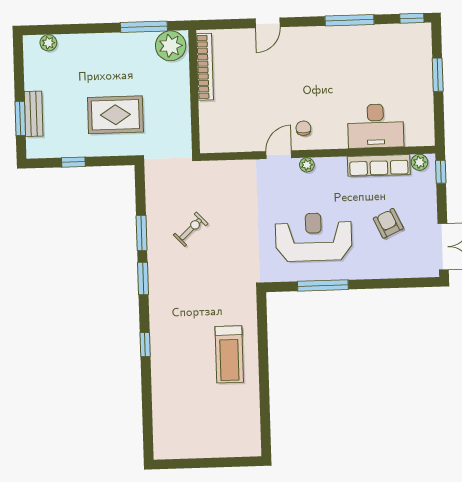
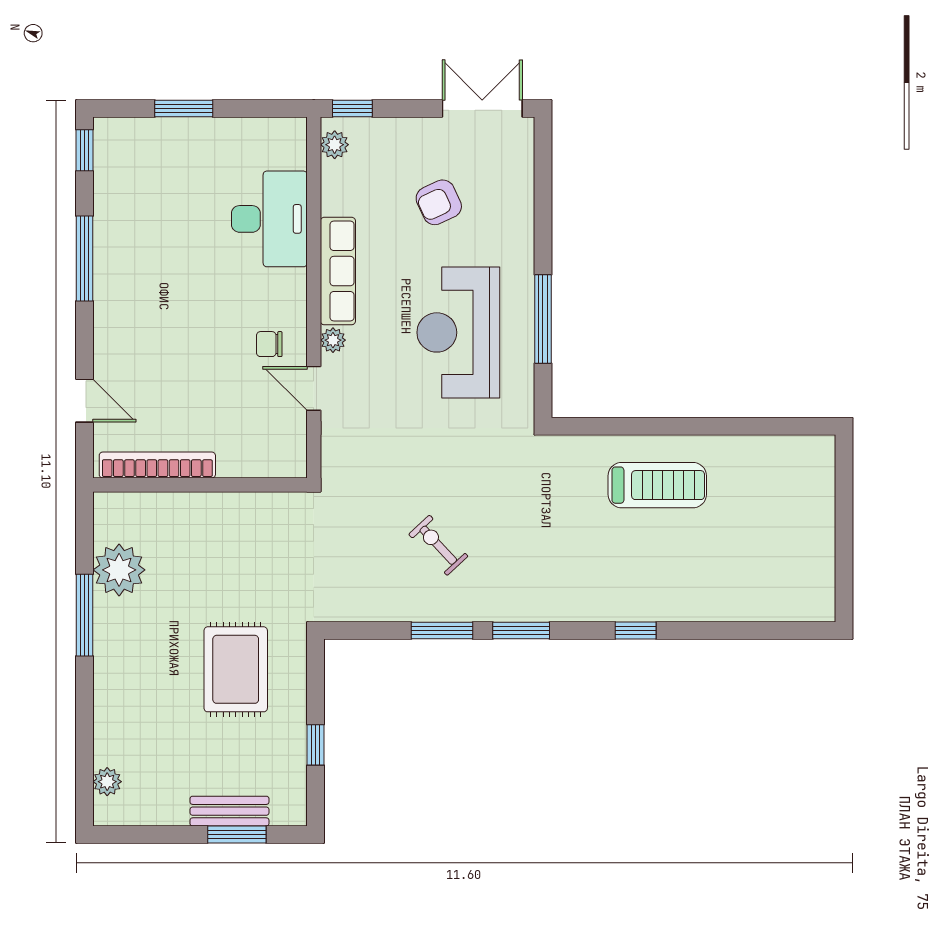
bookcase: (205, 67) -> (157, 465), moved
wall: (194, 92) -> (200, 485), moved
row of seats: (379, 165) -> (338, 271), moved

